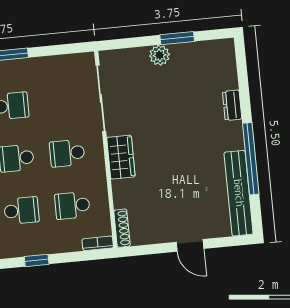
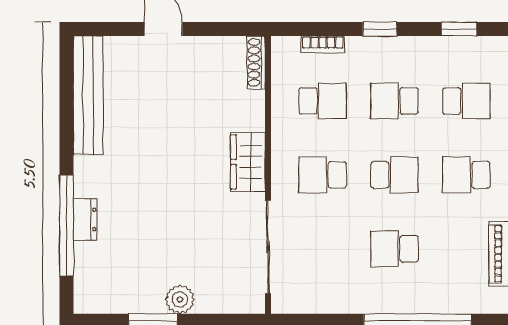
school desk: (67, 153) -> (323, 175), turned 180
window: (251, 159) -> (66, 225), moved
bookcase: (98, 243) -> (323, 45), moved

